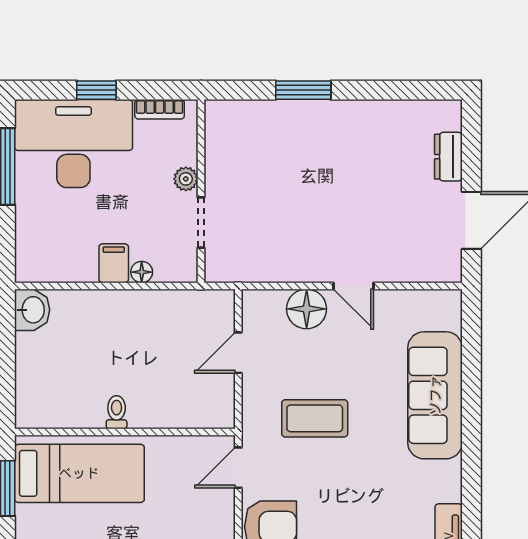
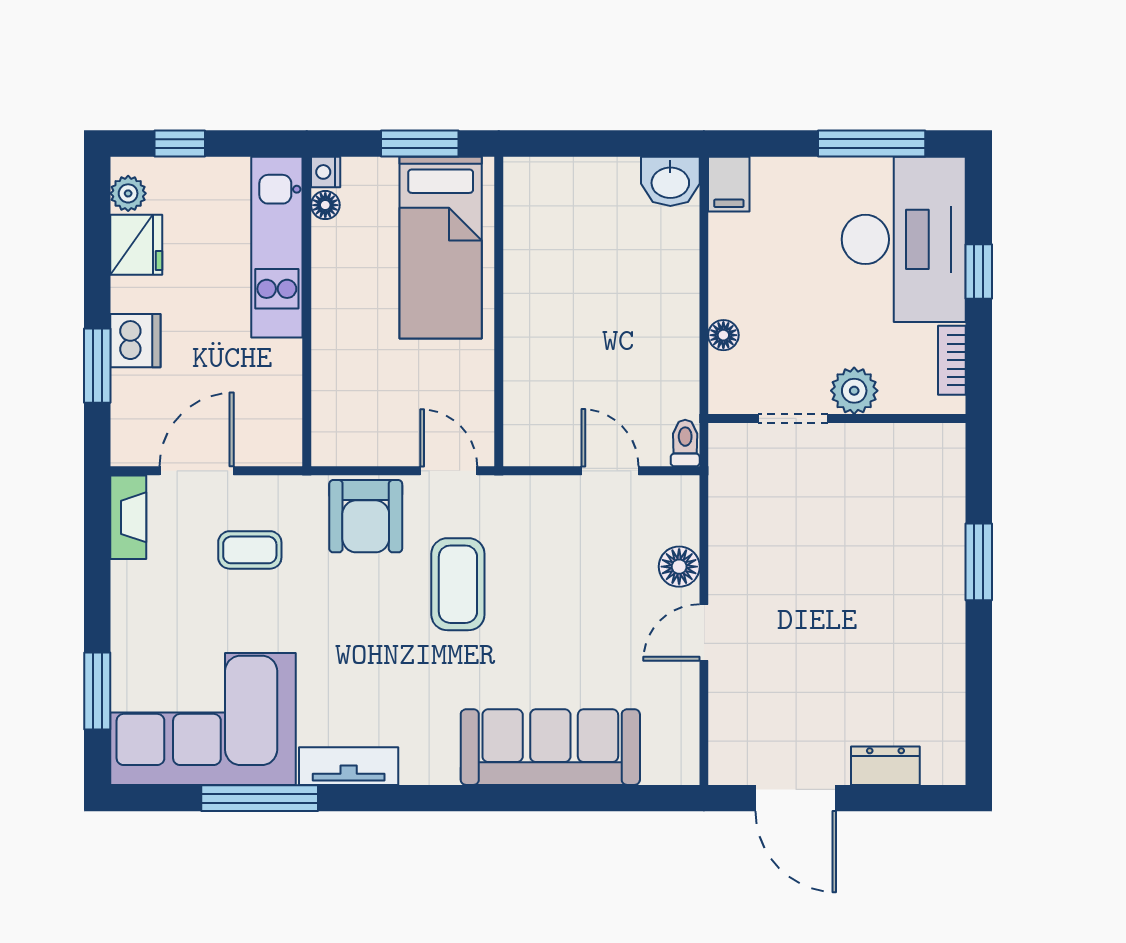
plant: (186, 179) -> (854, 391), width x1.38, depth x1.38
filing cabinet: (114, 263) -> (729, 184), moved, turned 90
floor lamp: (307, 309) -> (679, 567), width x0.73, depth x0.73
toilet: (117, 412) -> (685, 443), moved, turned -90
coffee table: (315, 418) -> (458, 584), moved

